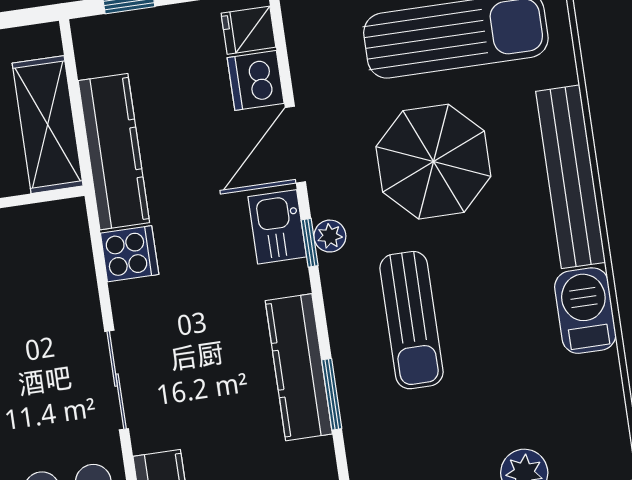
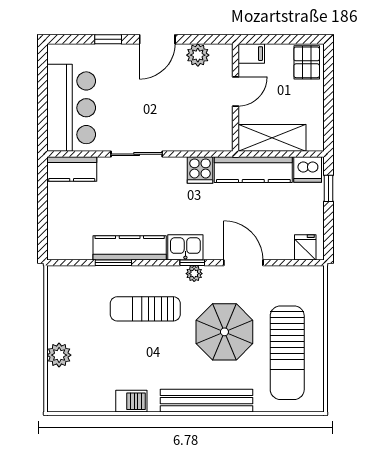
dishwasher: (256, 80) -> (308, 170), moved, turned 180
kitchen sink: (277, 227) -> (185, 247), moved
barbecue: (585, 311) -> (131, 401), width x0.73, depth x0.79

